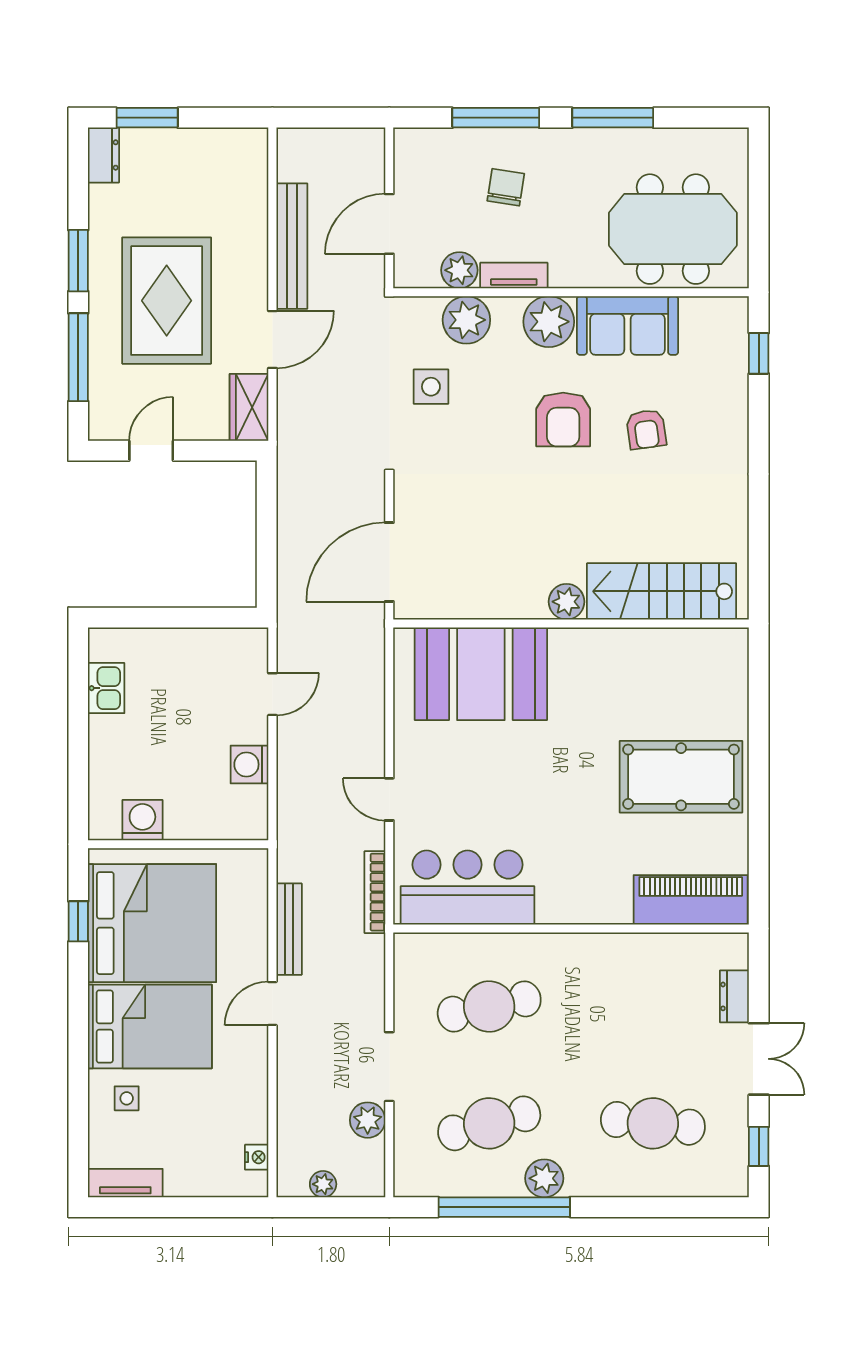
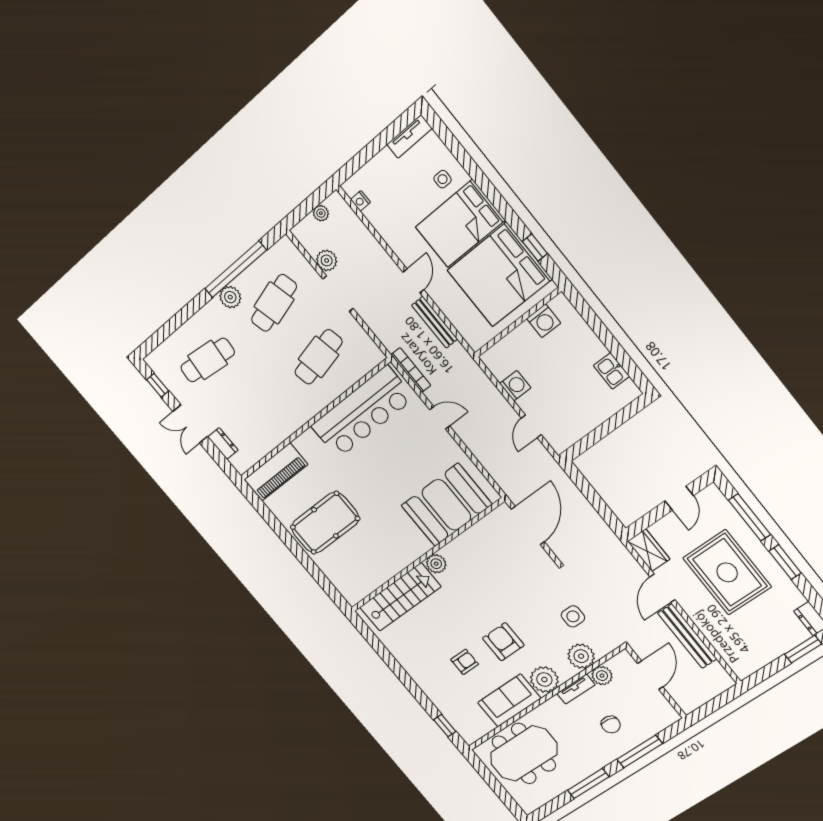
armchair: (646, 429) -> (465, 662), turned 98
bar counter: (468, 888) -> (362, 412), width x1.36

